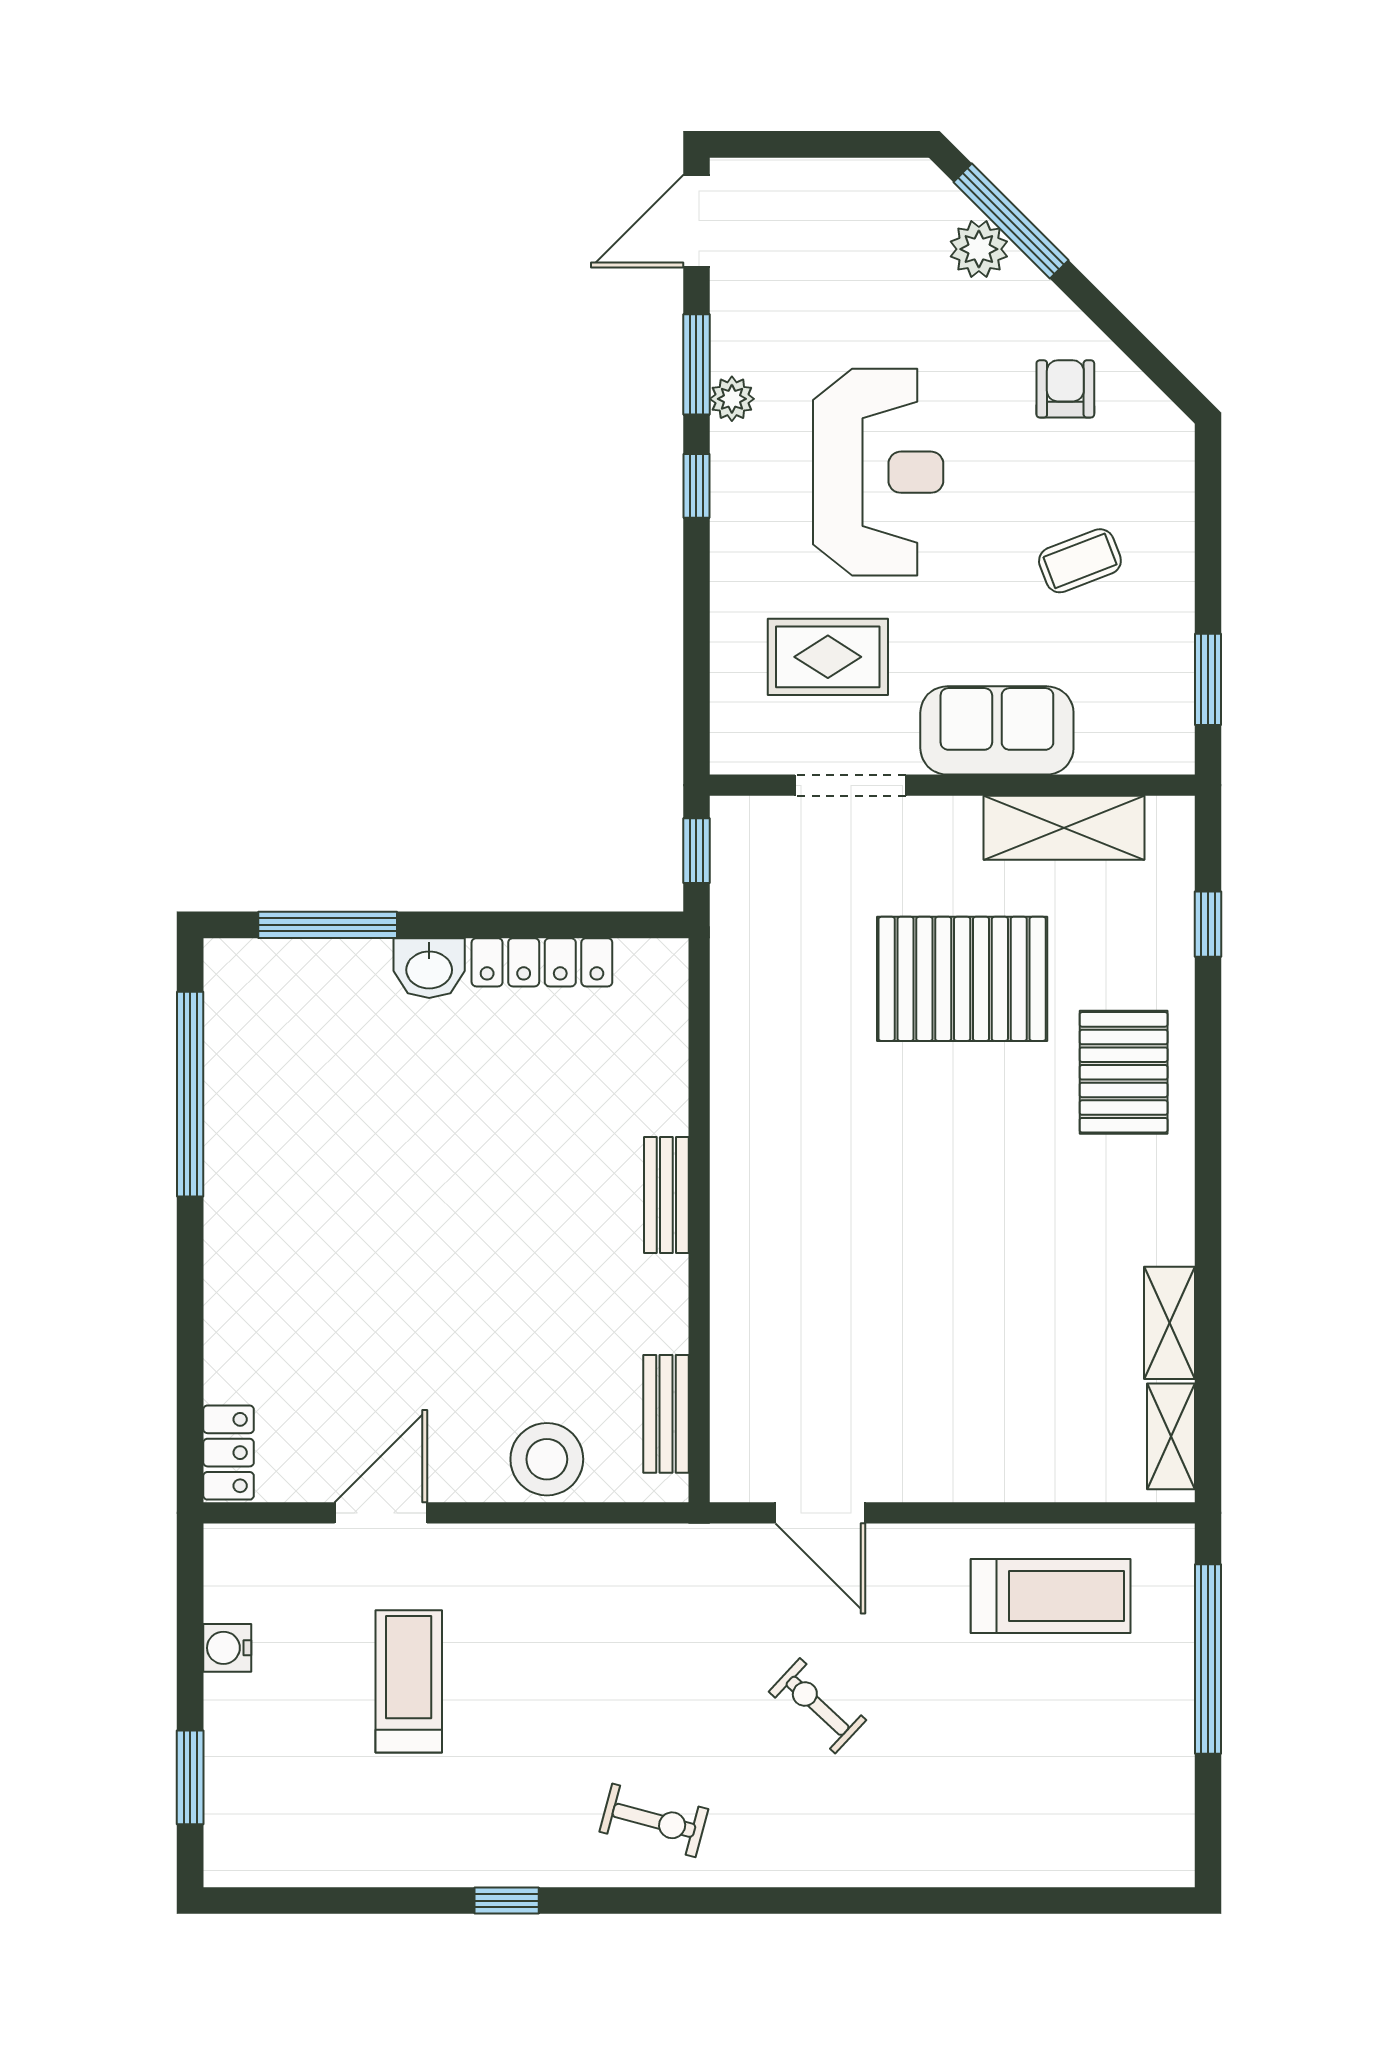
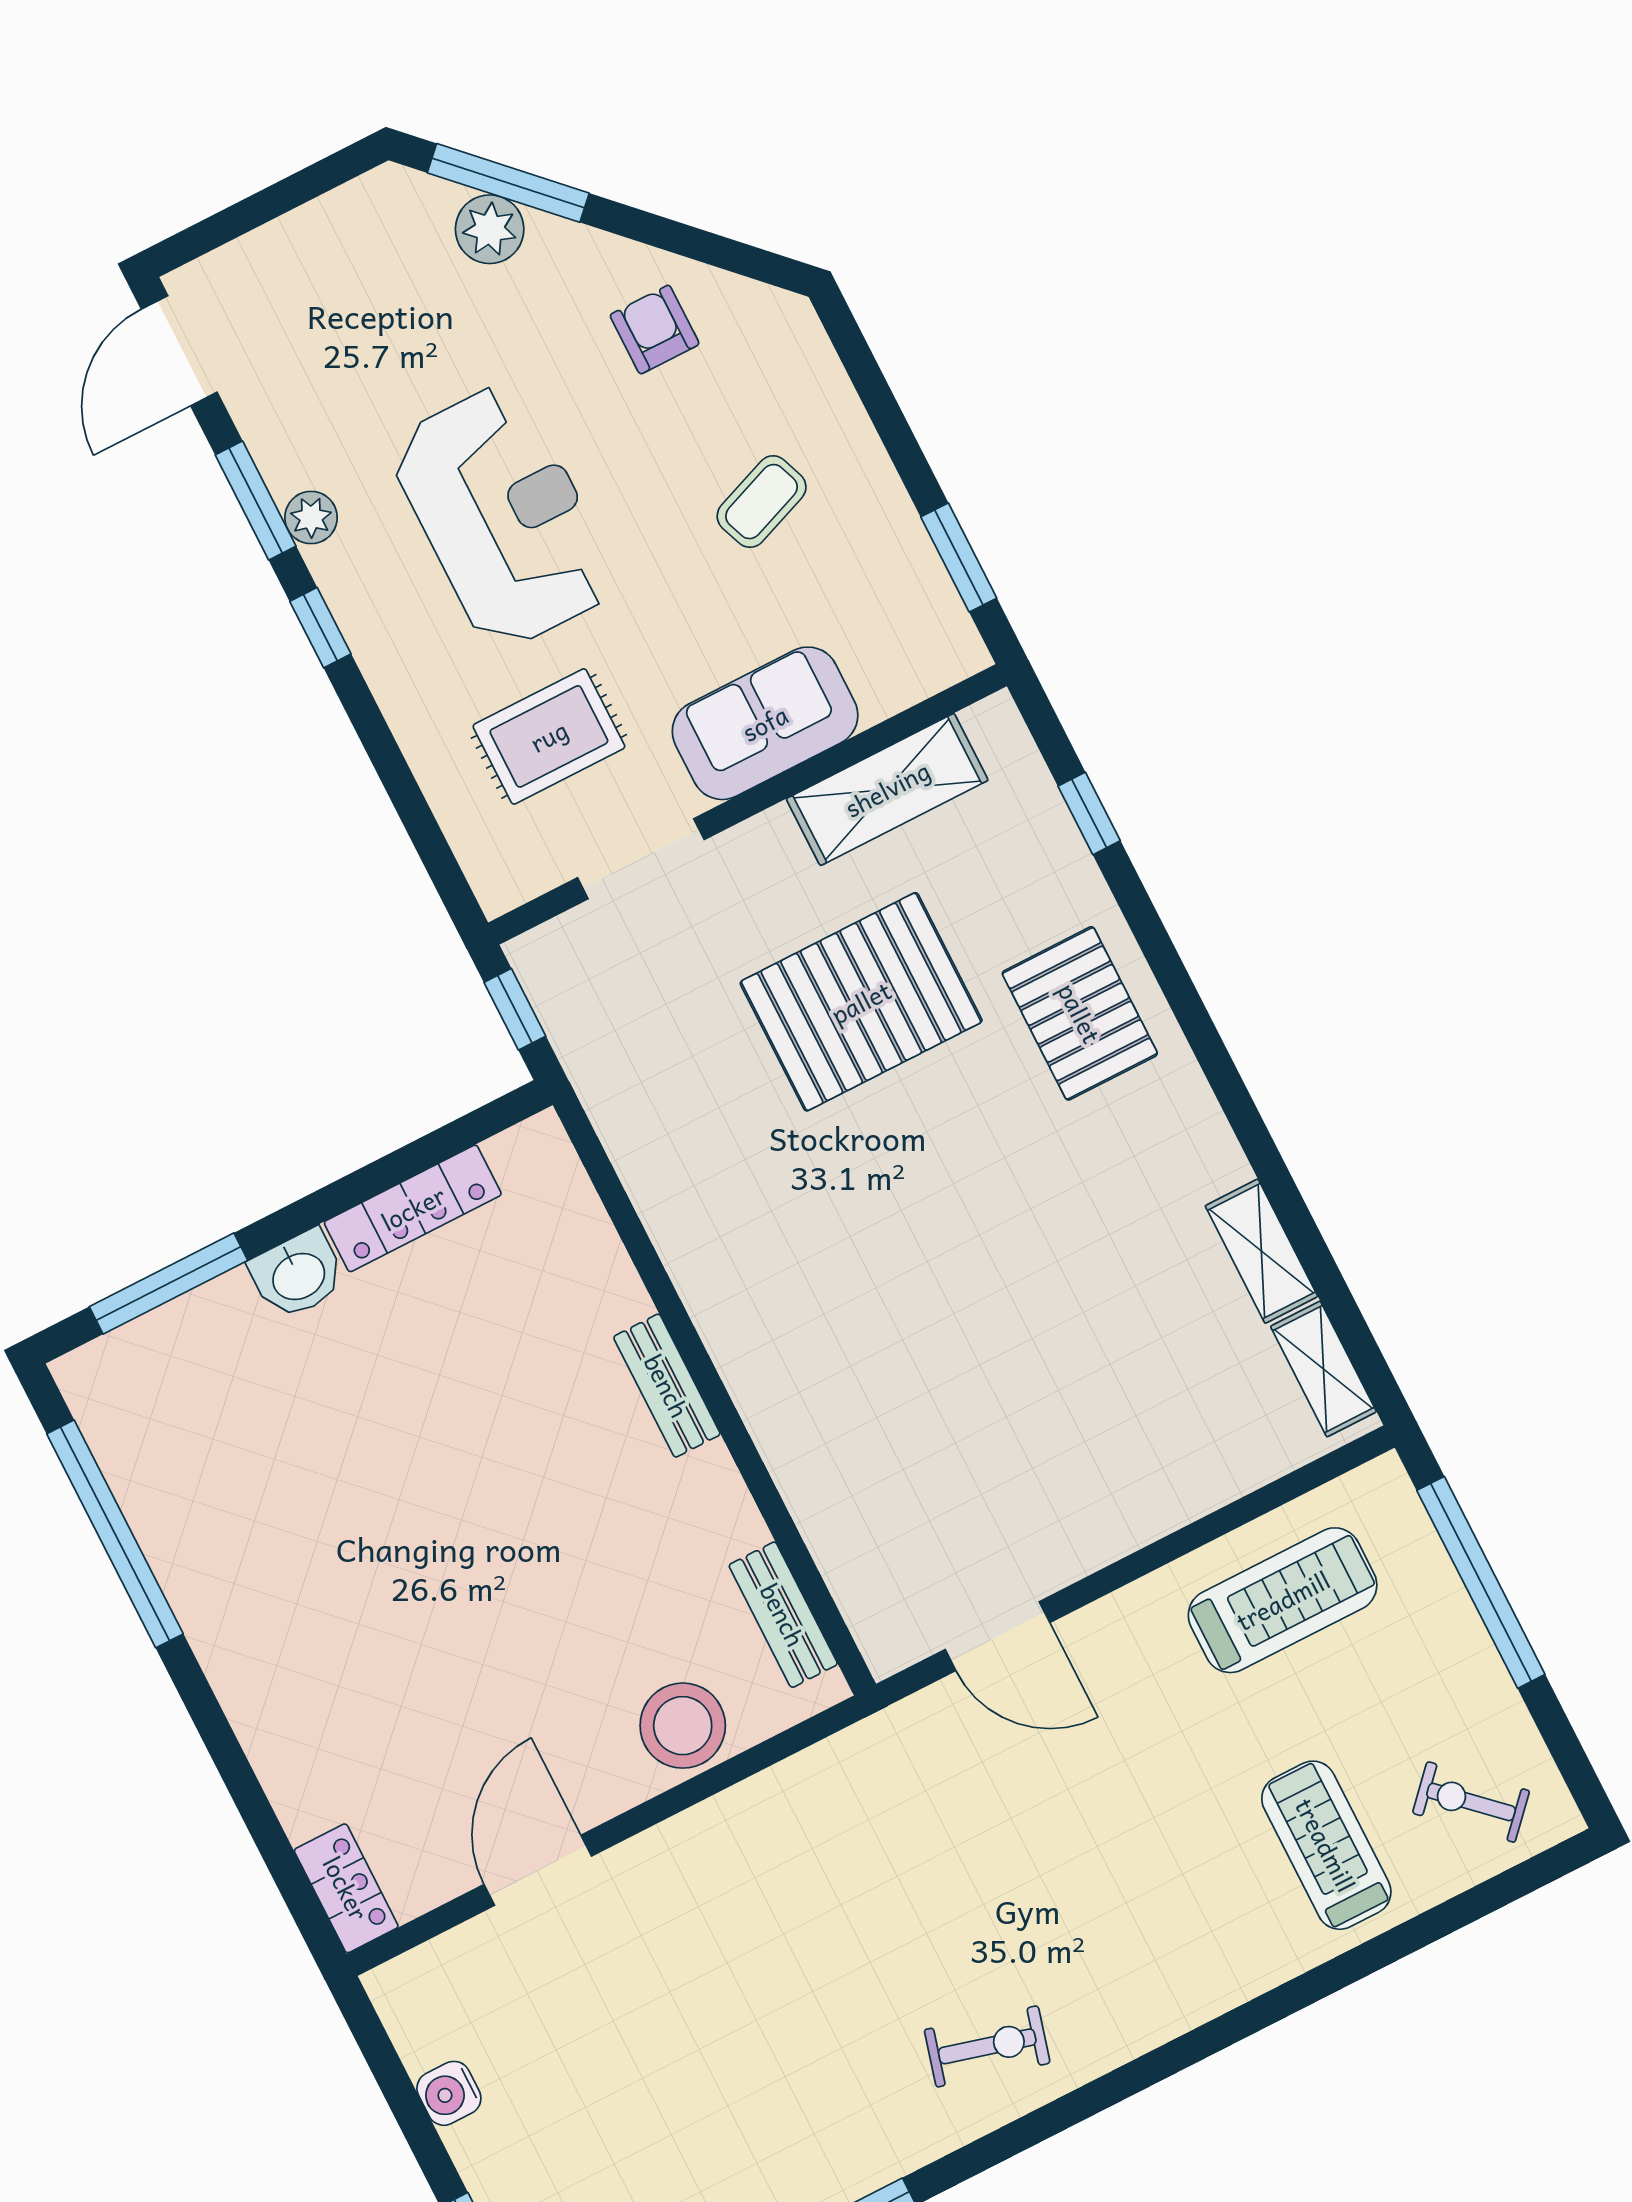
treadmill: (409, 1681) -> (1326, 1845), moved
exercise bike: (817, 1706) -> (1471, 1802), moved

